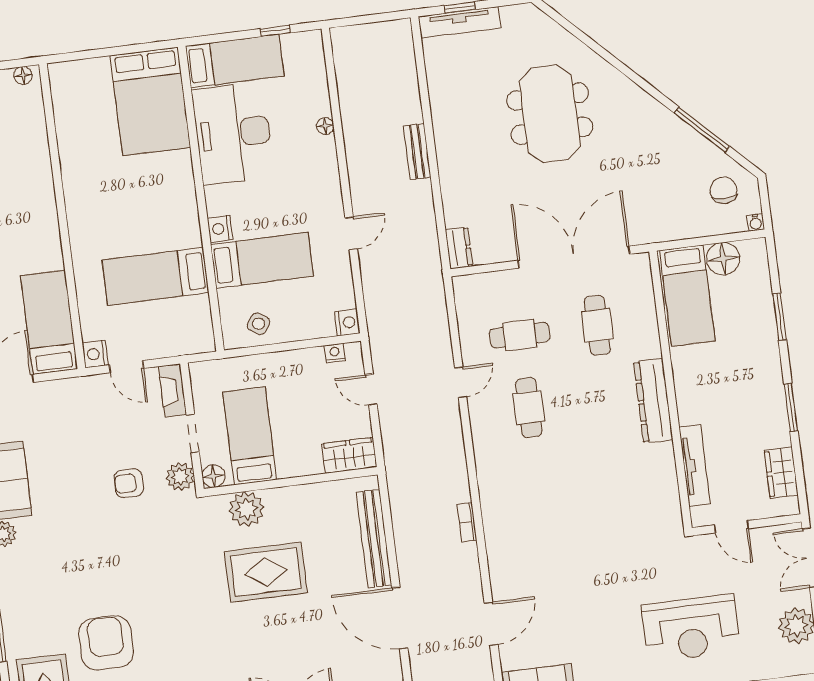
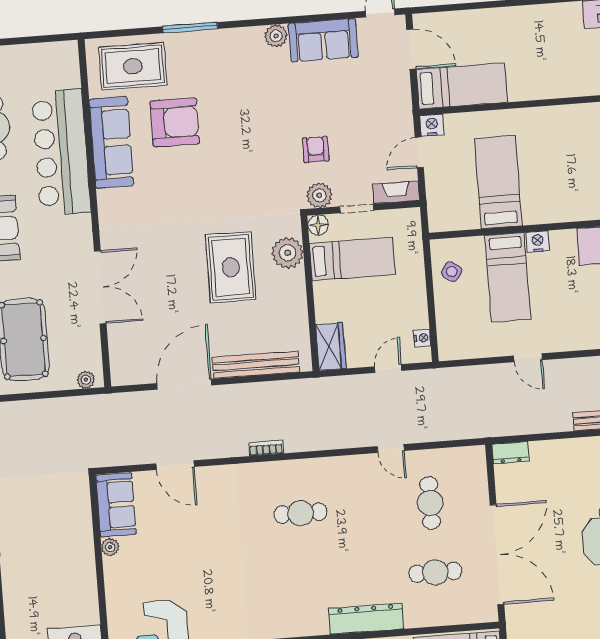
nightstand: (347, 322) -> (449, 350), removed
cafe table: (529, 408) -> (301, 513), moved

